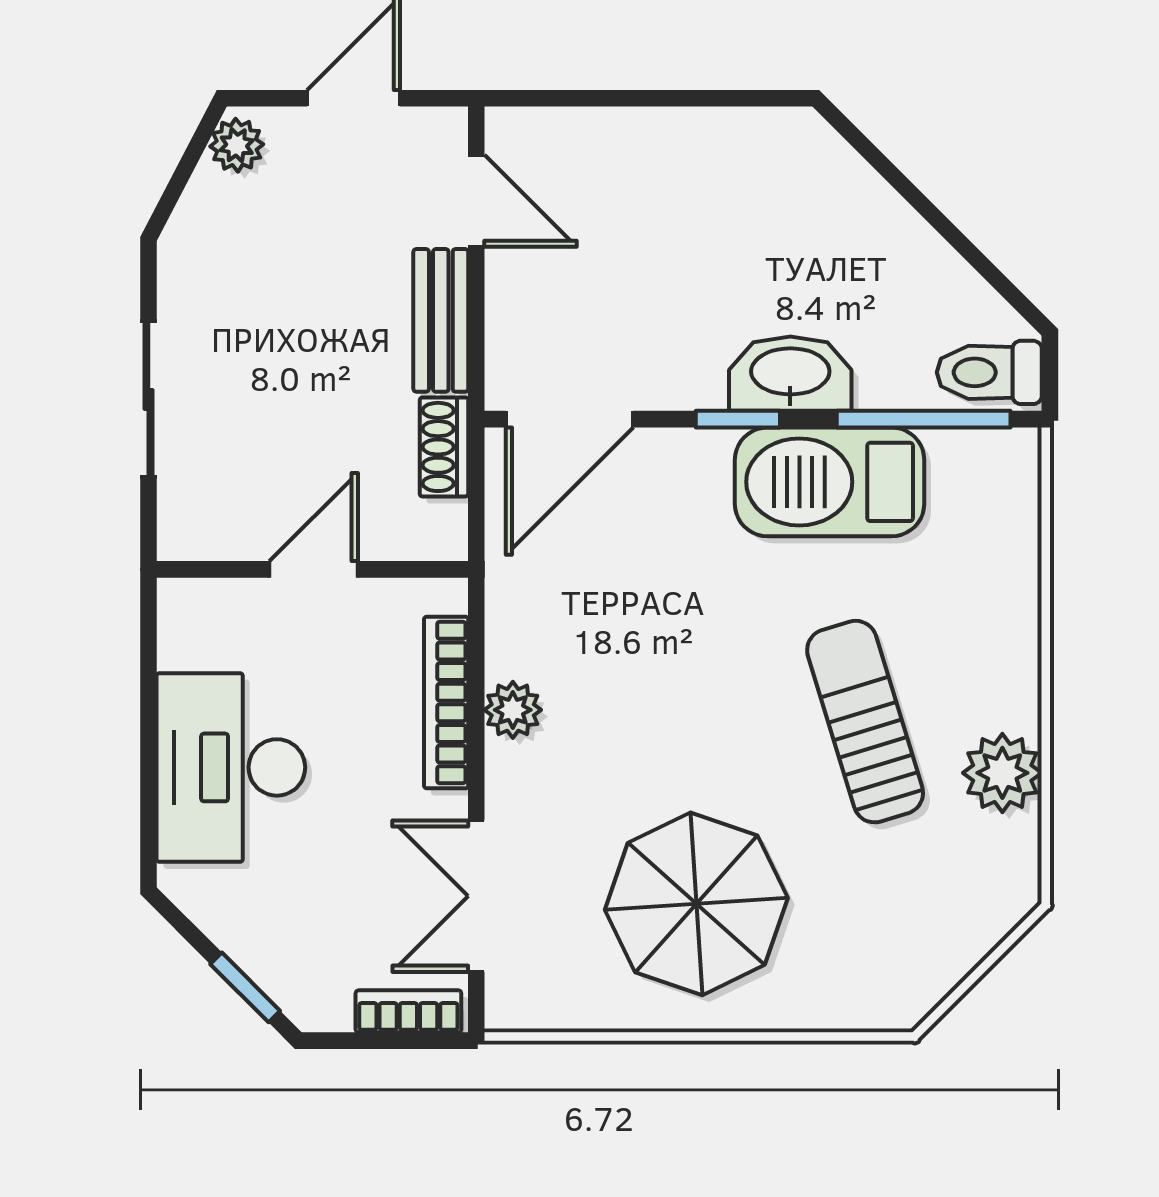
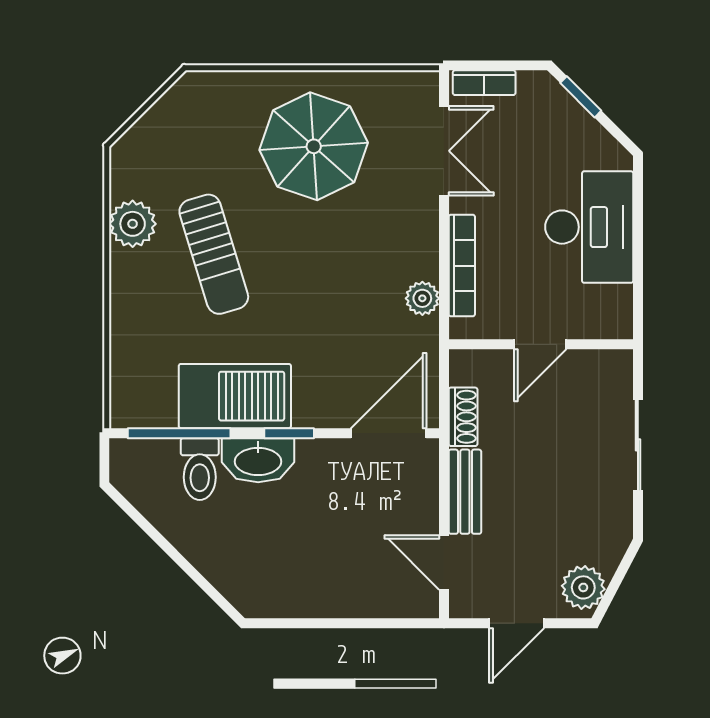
plant: (237, 145) -> (583, 587), width x1.38, depth x1.38
toilet: (989, 372) -> (200, 469), moved, turned 90
plant: (513, 710) -> (422, 298), moved

